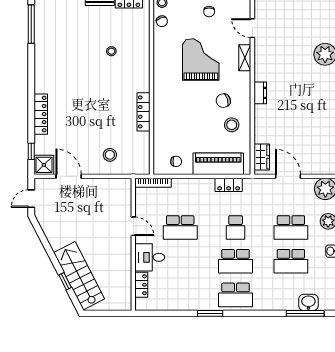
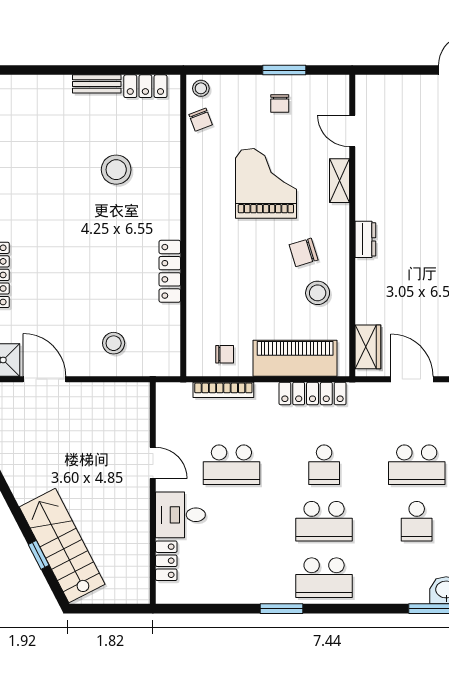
stool: (111, 51) -> (116, 170), width x1.89, depth x1.89
bookcase: (153, 183) -> (223, 390), moved
locker: (229, 185) -> (312, 393), width x1.53
school desk: (291, 261) -> (417, 521), width x0.54

